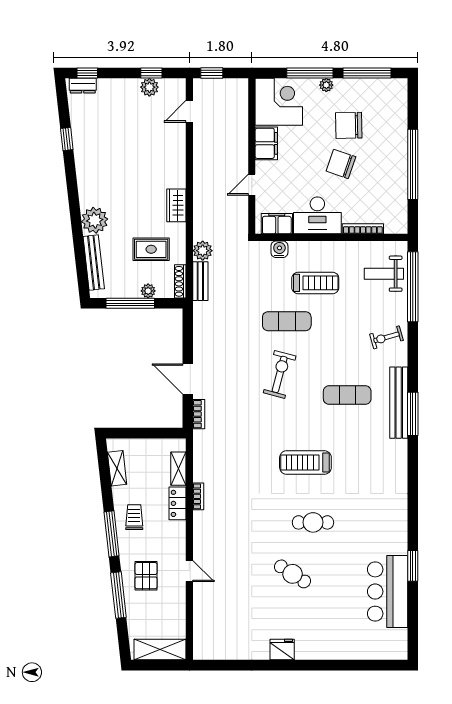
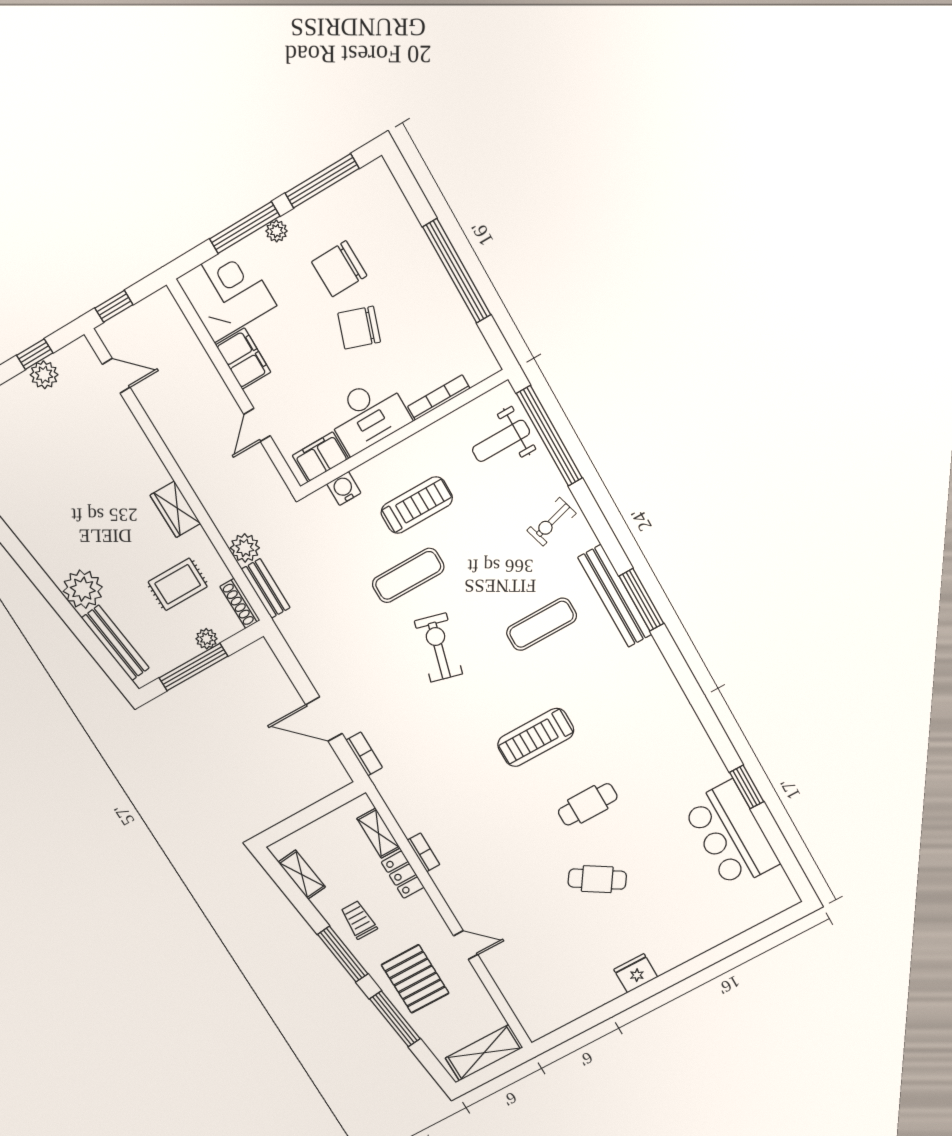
door: (189, 111) -> (116, 376), swing flipped
pallet: (146, 576) -> (415, 979), width x1.50, depth x1.42

